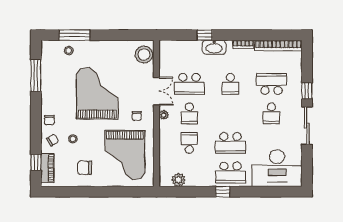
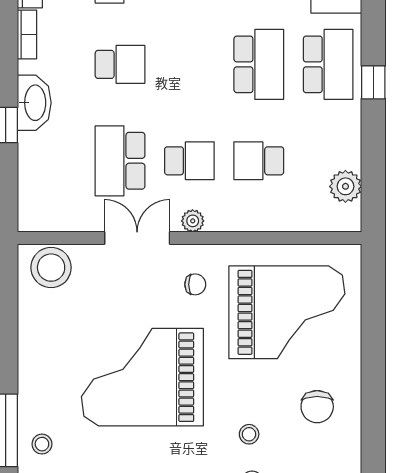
school desk: (189, 84) -> (120, 161), turned 180

